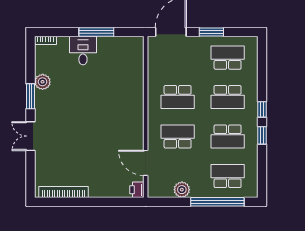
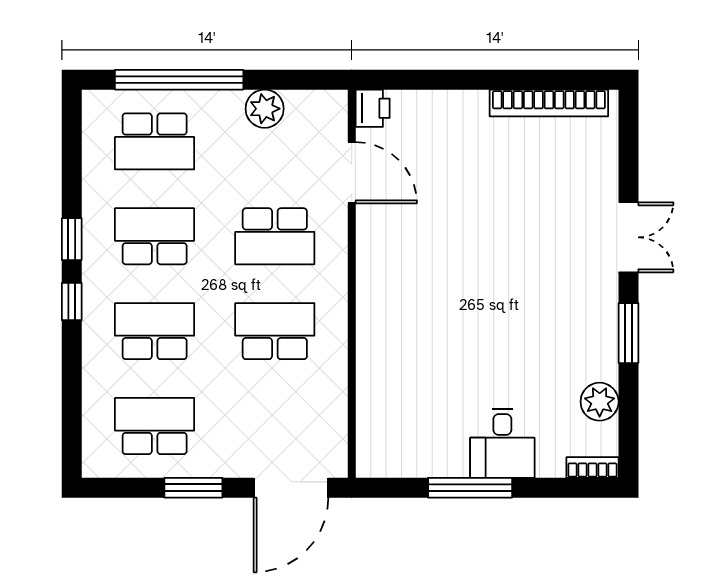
school desk: (228, 58) -> (155, 426), turned 180
plant: (43, 82) -> (600, 402), moved

